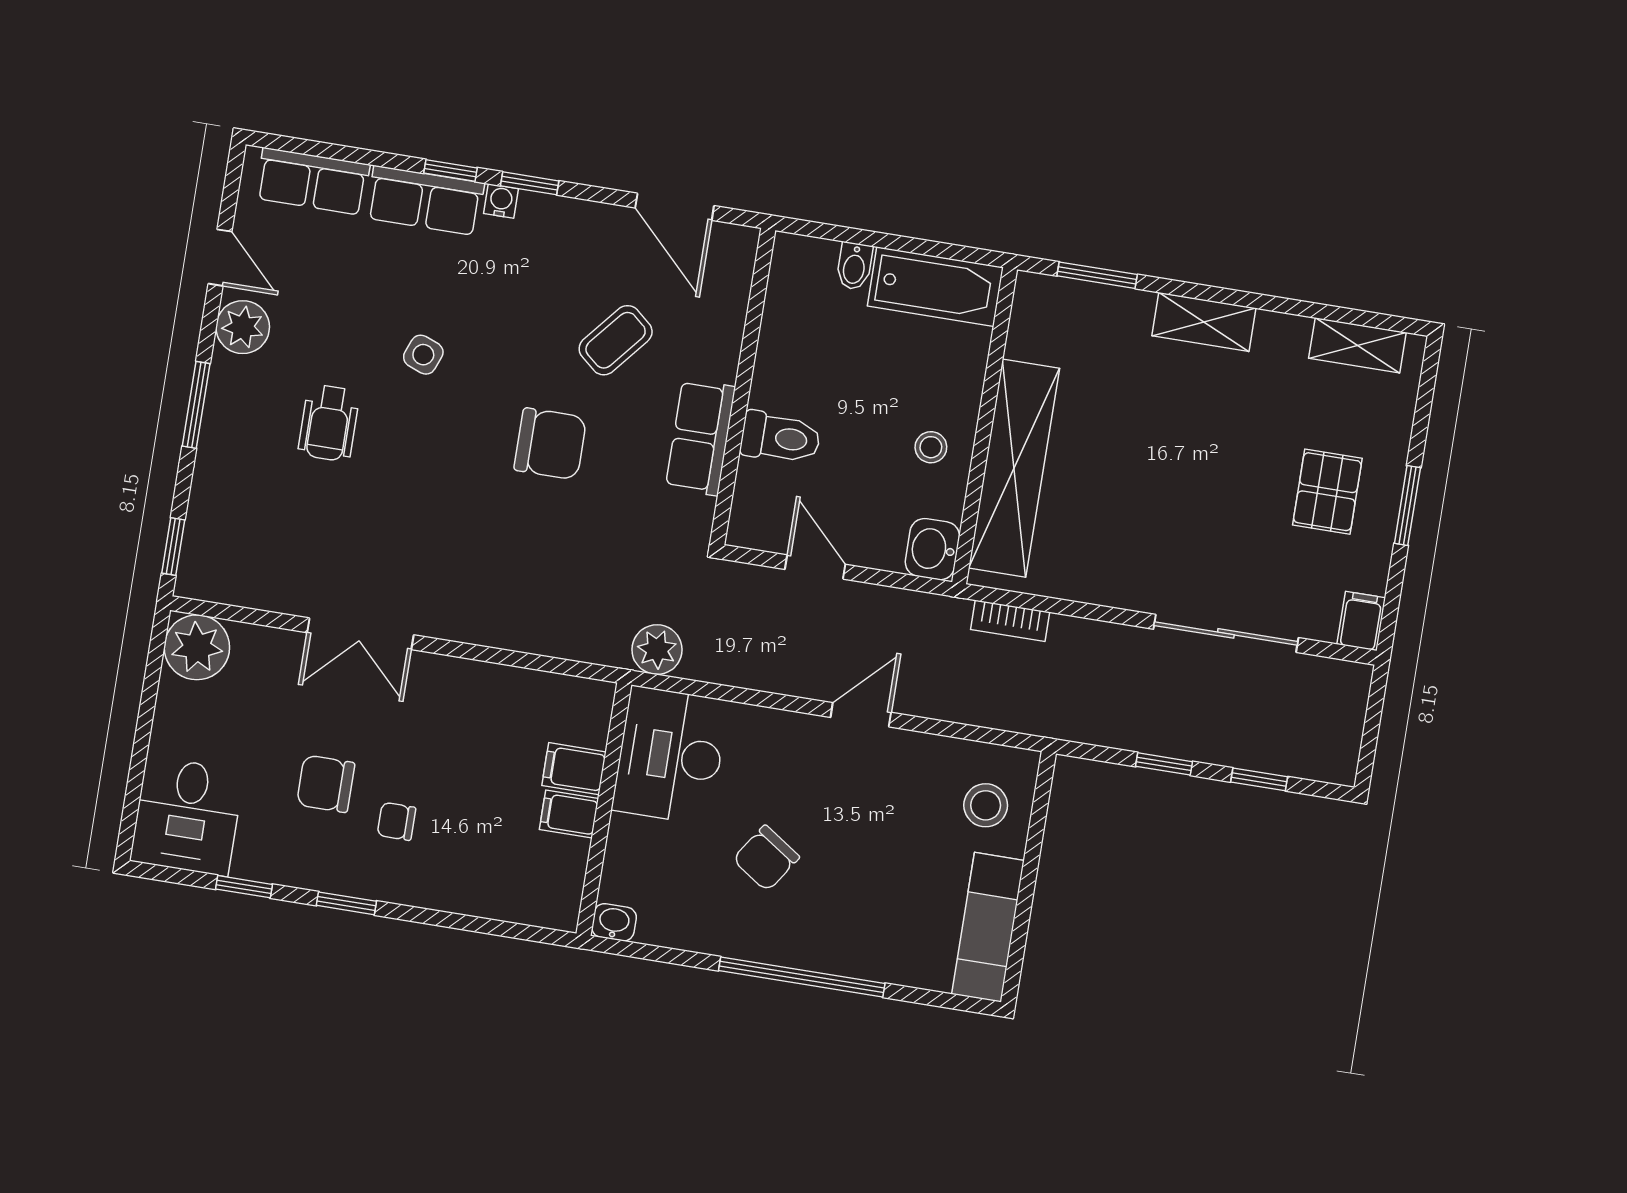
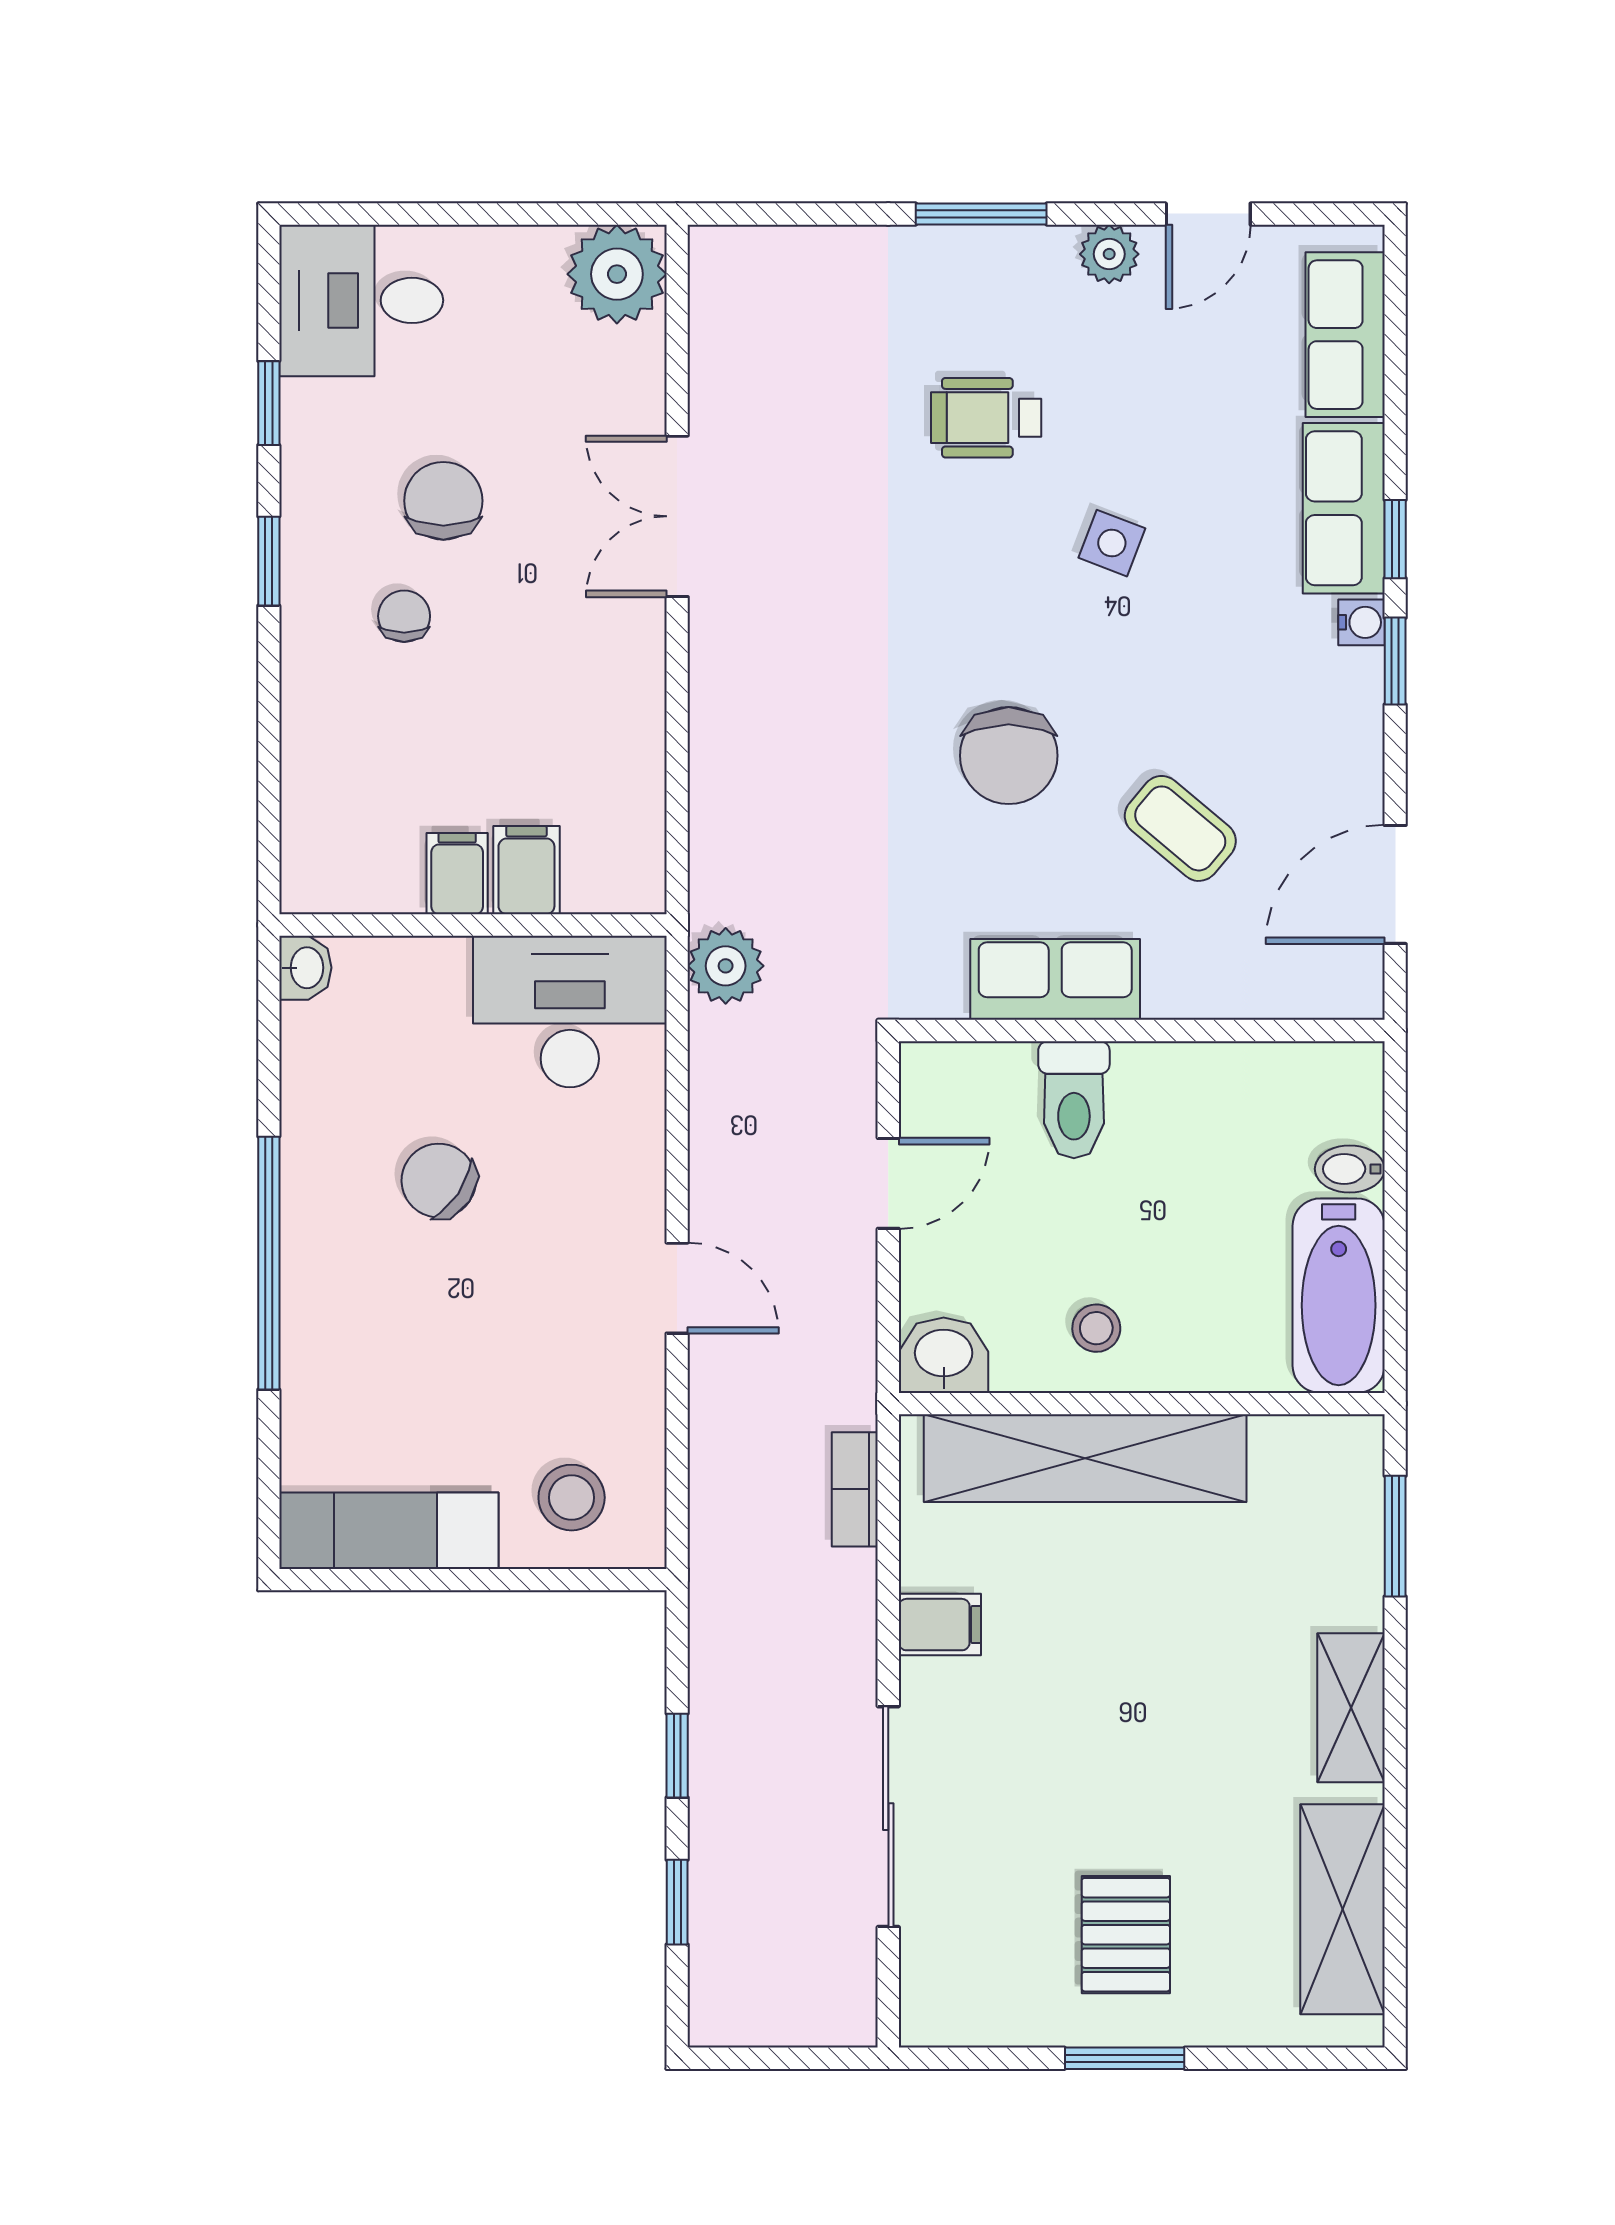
plant: (243, 327) -> (1109, 254), width x0.73, depth x0.73
shelving: (1357, 345) -> (1343, 1909), width x1.50, depth x1.33
pallet: (1327, 492) -> (1126, 1935), turned 90
window: (173, 546) -> (763, 214), removed
filing cabinet: (1361, 621) -> (940, 1625), moved

